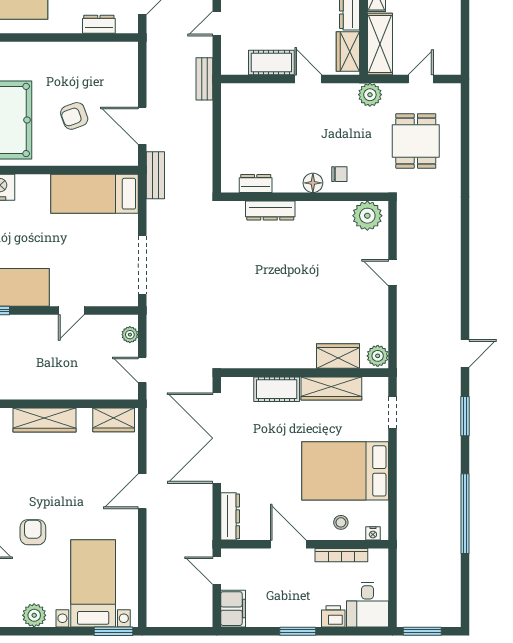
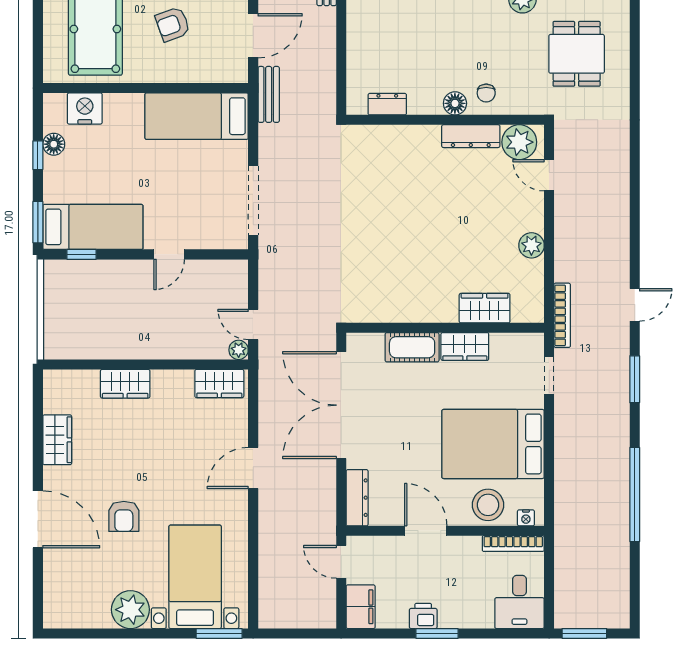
door: (142, 126) -> (253, 36), swing flipped
chair: (339, 174) -> (486, 93), turned 90
dresser: (270, 211) -> (471, 136), moved
door: (392, 273) -> (549, 175), moved
plant: (130, 335) -> (239, 350), moved
plant: (378, 356) -> (531, 245), moved
bookcase: (404, 362) -> (562, 315), added
wardrobe: (331, 388) -> (465, 346), width x0.67
wardrobe: (44, 420) -> (125, 384), width x0.67
stool: (341, 522) -> (488, 505), width x1.89, depth x1.89
armchair: (33, 532) -> (124, 516), turned 180
bookcase: (341, 555) -> (513, 544), moved
plant: (34, 615) -> (130, 610), width x1.36, depth x1.36
printer: (333, 616) -> (423, 616), moved

